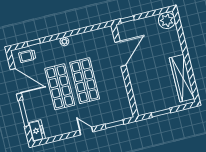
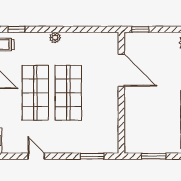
door: (121, 54) -> (121, 70), hinge flipped
door: (86, 131) -> (36, 156), moved

